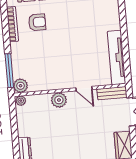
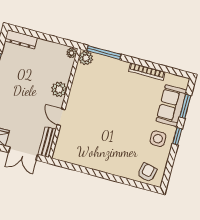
armchair: (37, 22) -> (140, 96), removed
tv unit: (117, 58) -> (79, 159), removed
door: (84, 89) -> (61, 117), hinge flipped

